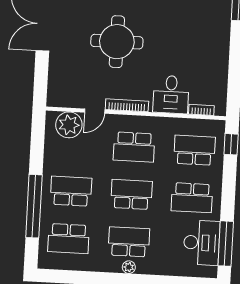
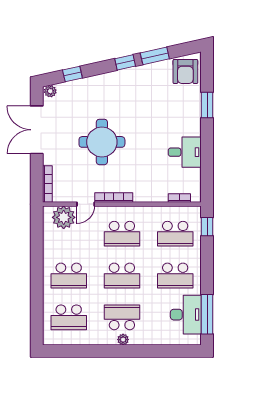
bookcase: (52, 86) -> (47, 184), added
desk: (171, 94) -> (185, 152), moved, turned -90
school desk: (194, 150) -> (175, 234), turned 180
school desk: (71, 191) -> (69, 276), turned 180
school desk: (131, 194) -> (122, 276), turned 180
window: (34, 206) -> (37, 290), removed

